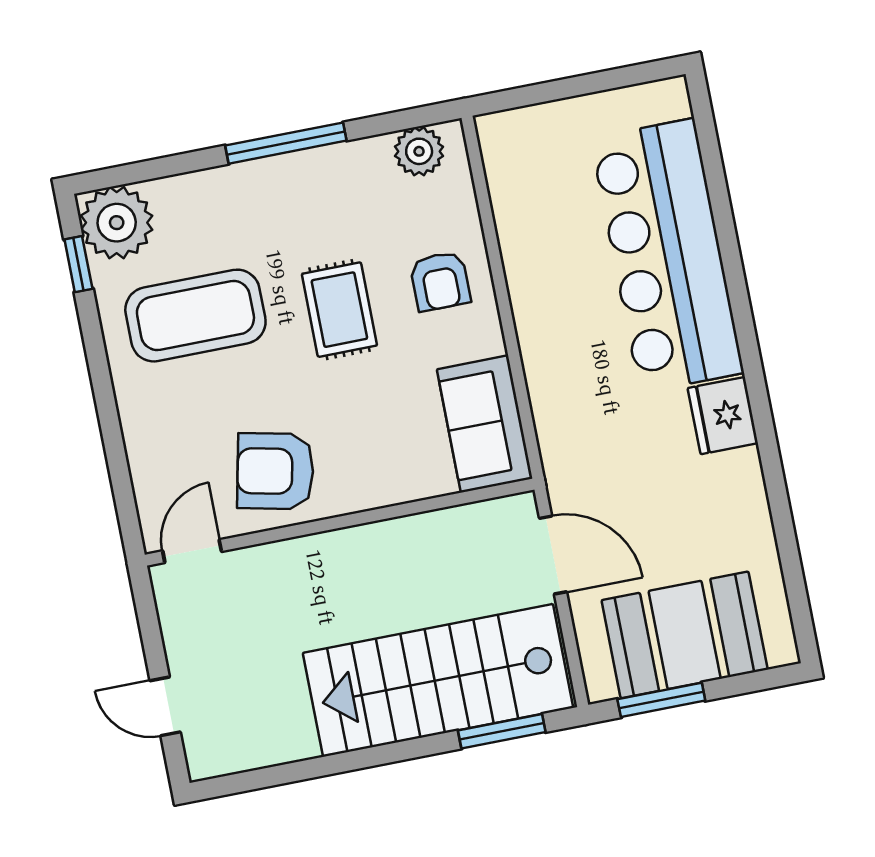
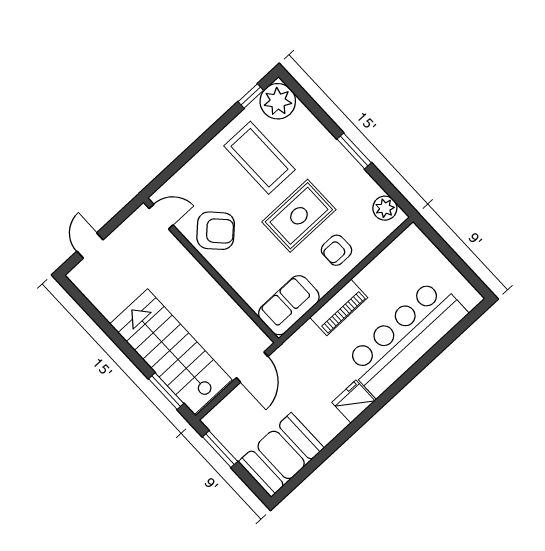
window: (286, 143) -> (354, 151), width x0.69
rug: (339, 310) -> (299, 216), width x1.36, depth x1.43
piano: (543, 339) -> (339, 307), added
armchair: (275, 471) -> (216, 231), turned 124
booth: (685, 635) -> (281, 455), moved, turned 90

